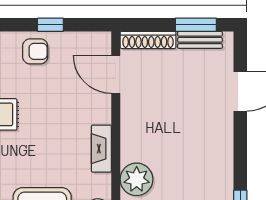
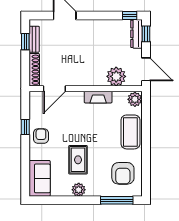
window: (196, 25) -> (25, 42), width x0.67

